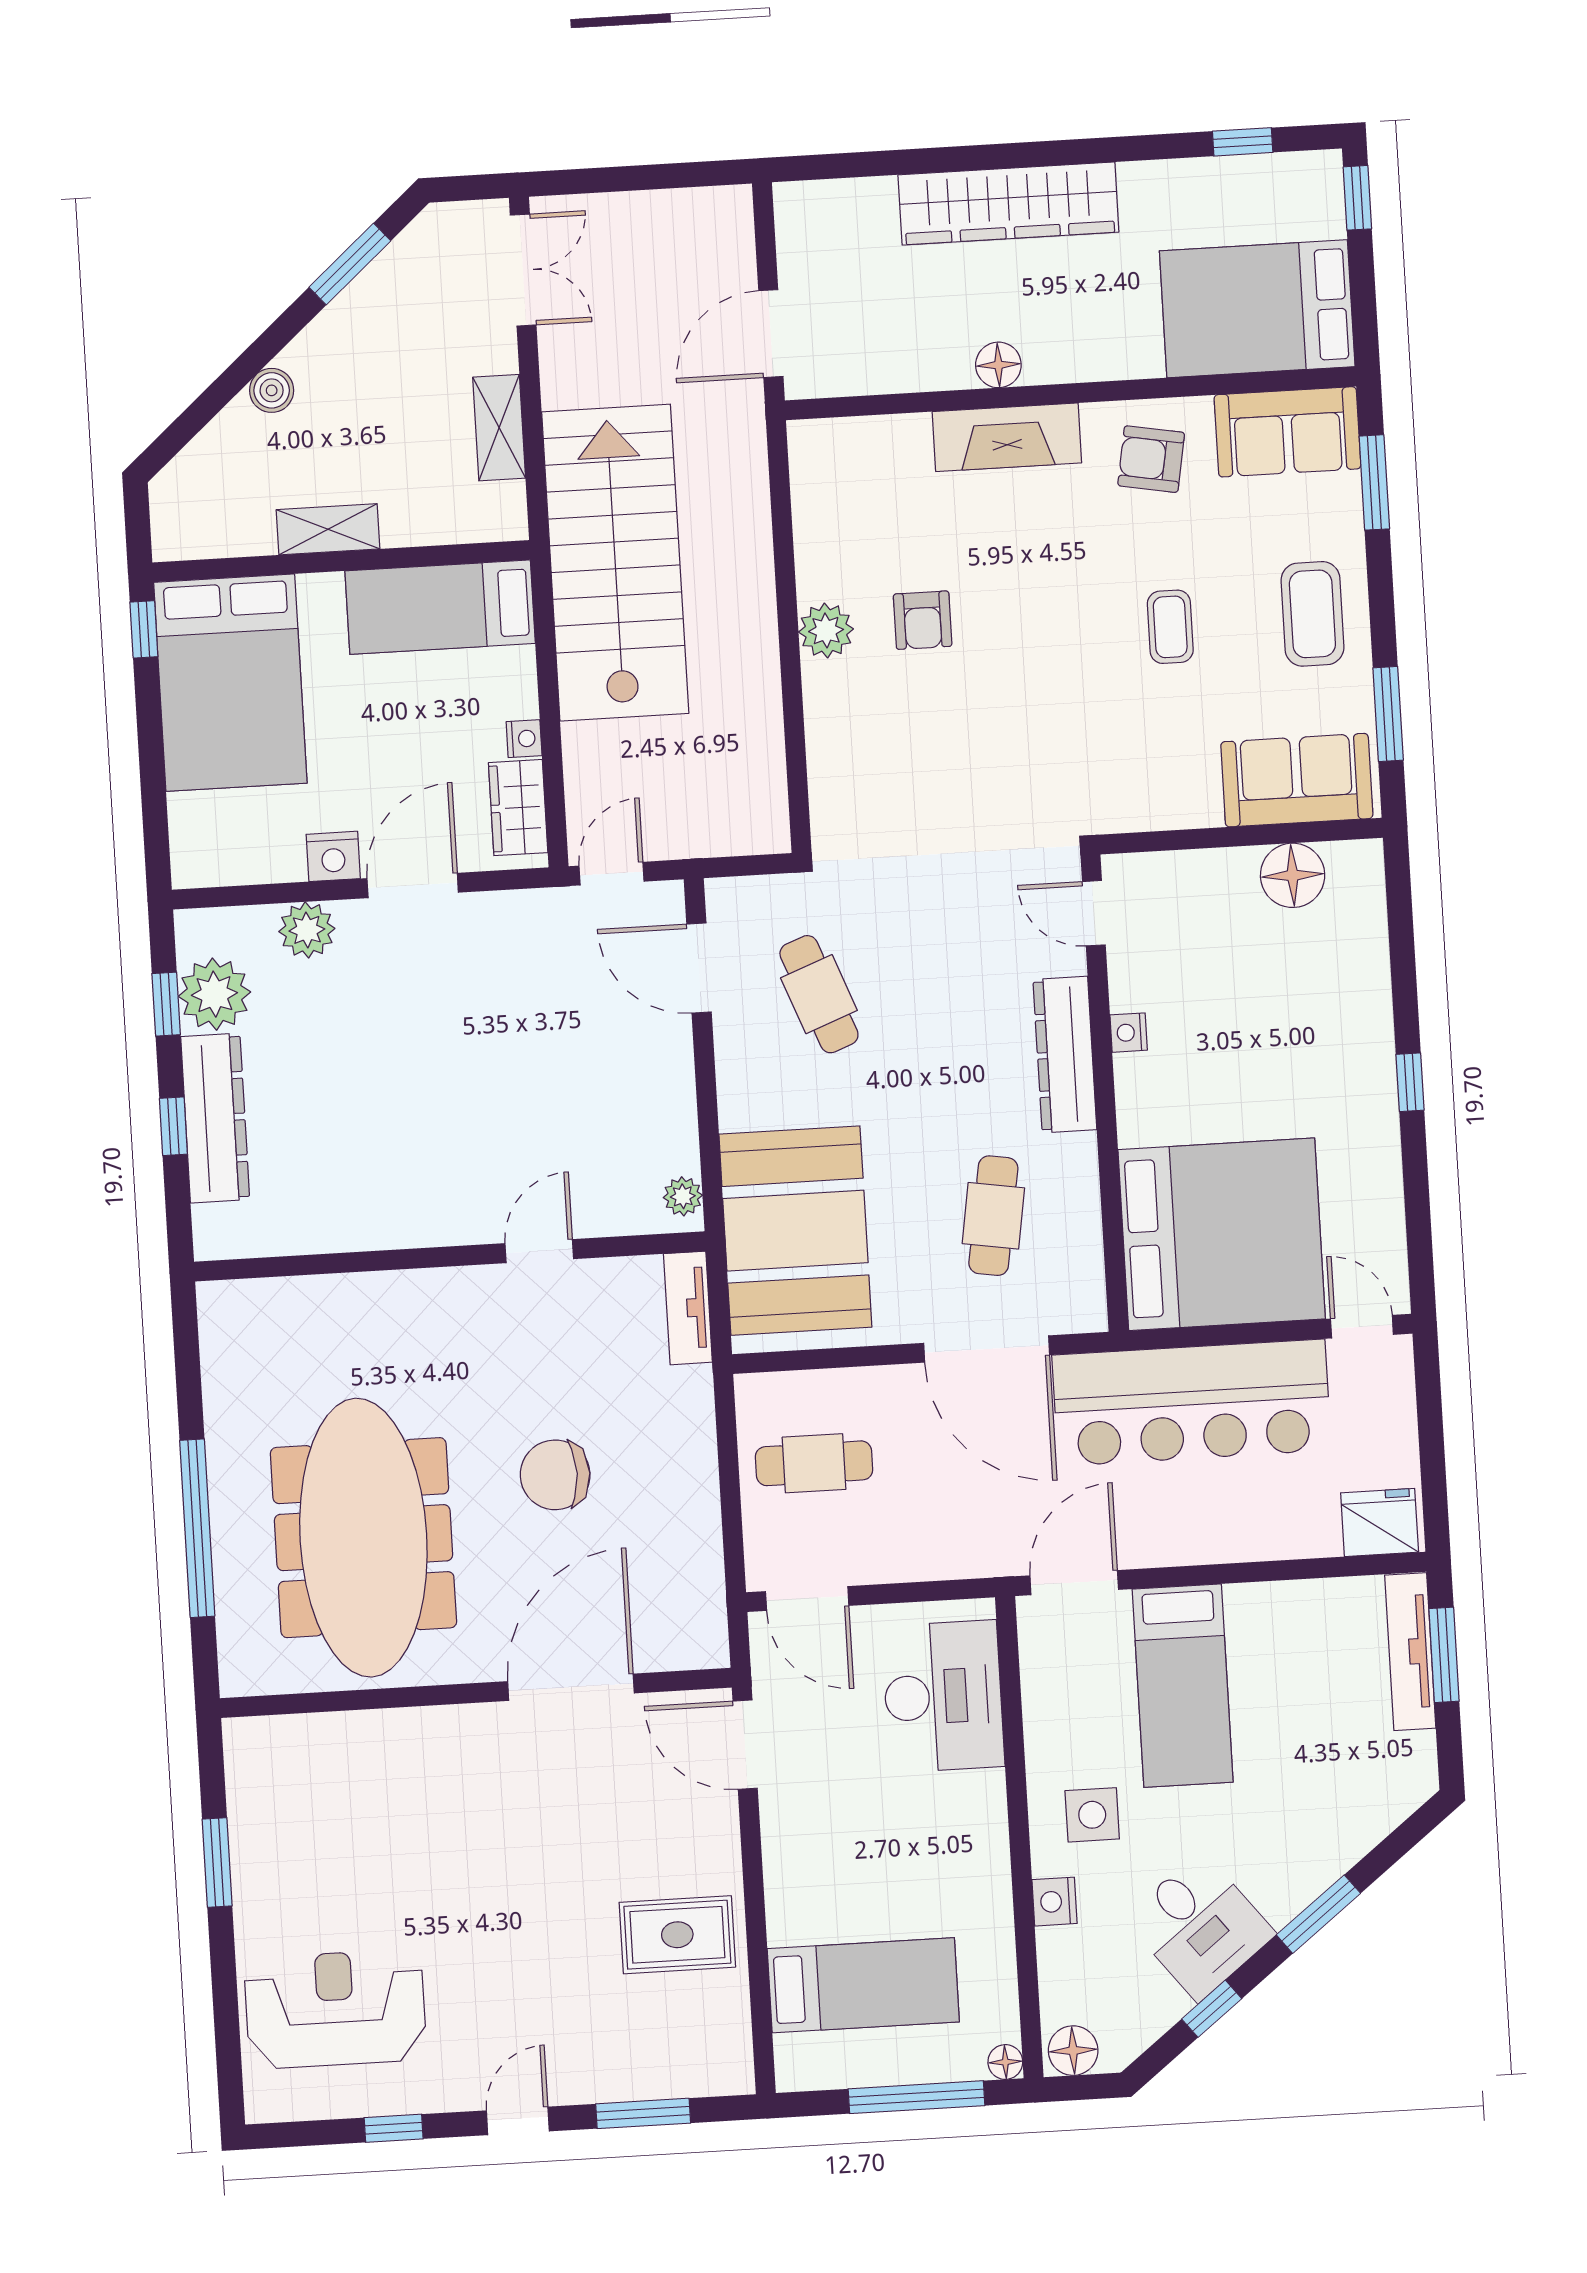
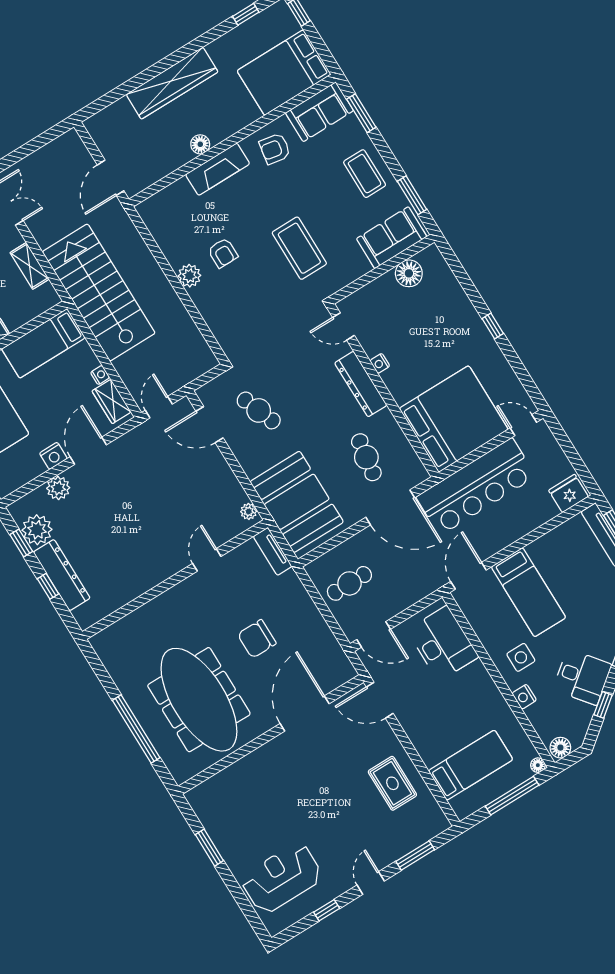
coffee table: (1170, 627) -> (299, 248), moved, width x1.86, depth x1.72
rug: (677, 1935) -> (392, 783), turned 90

